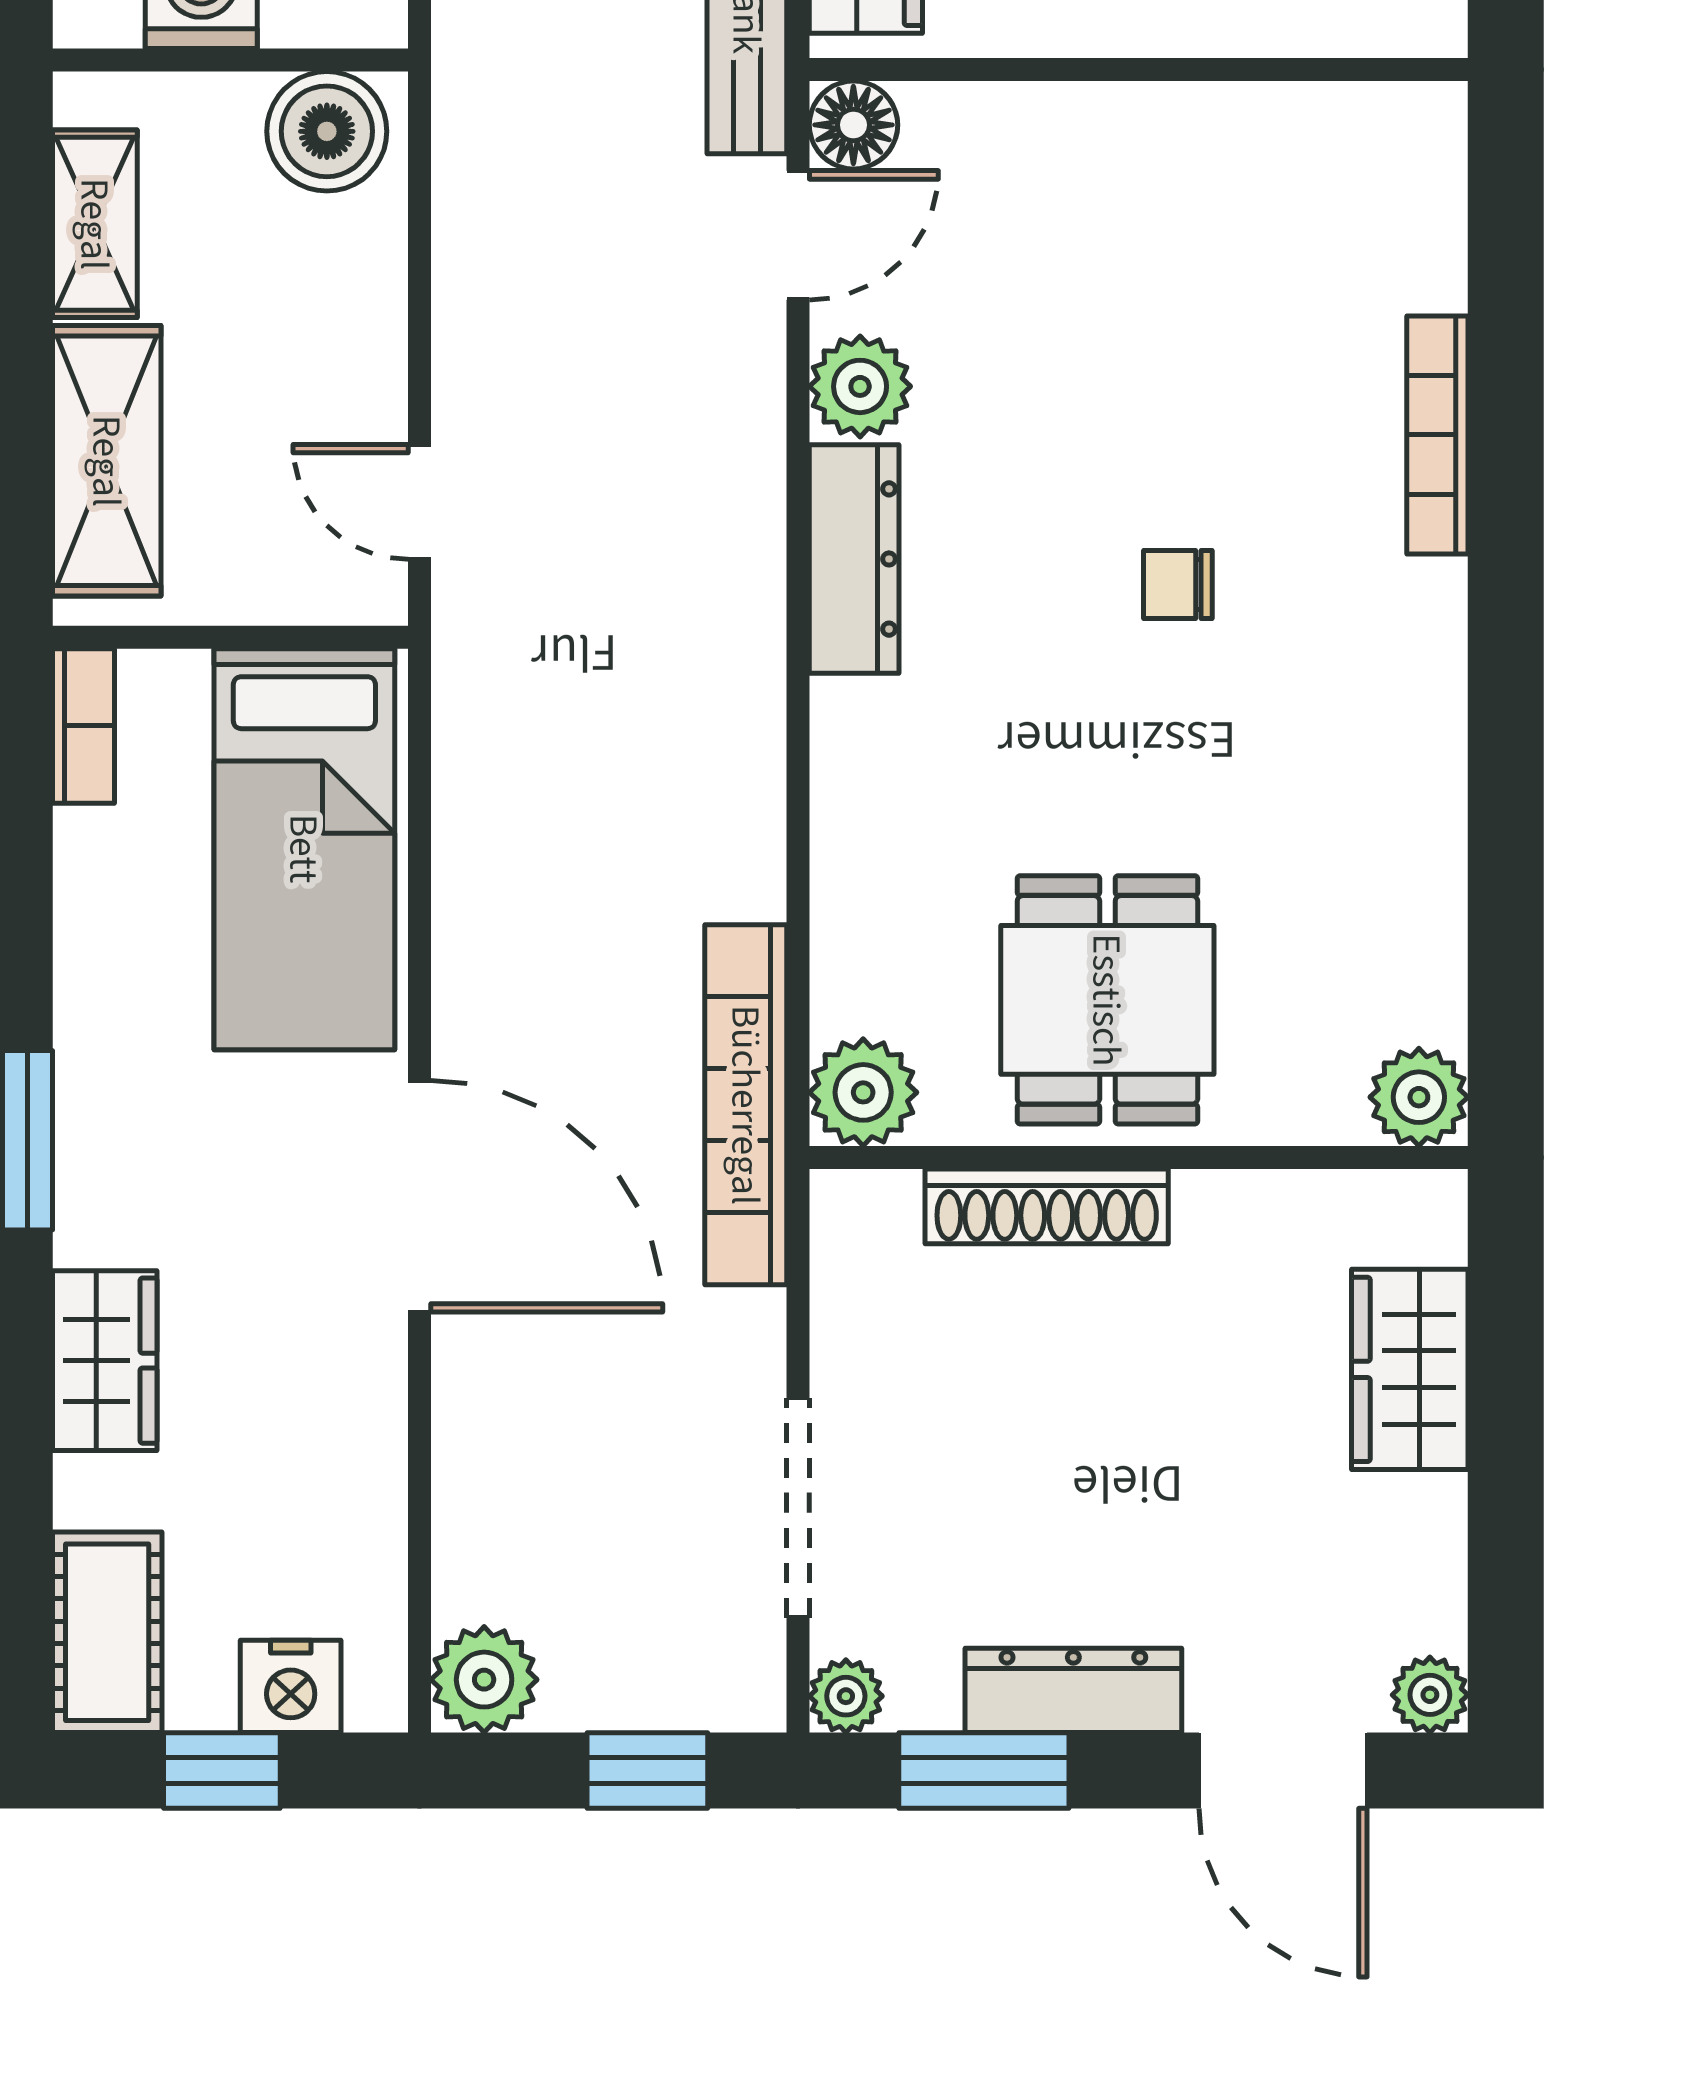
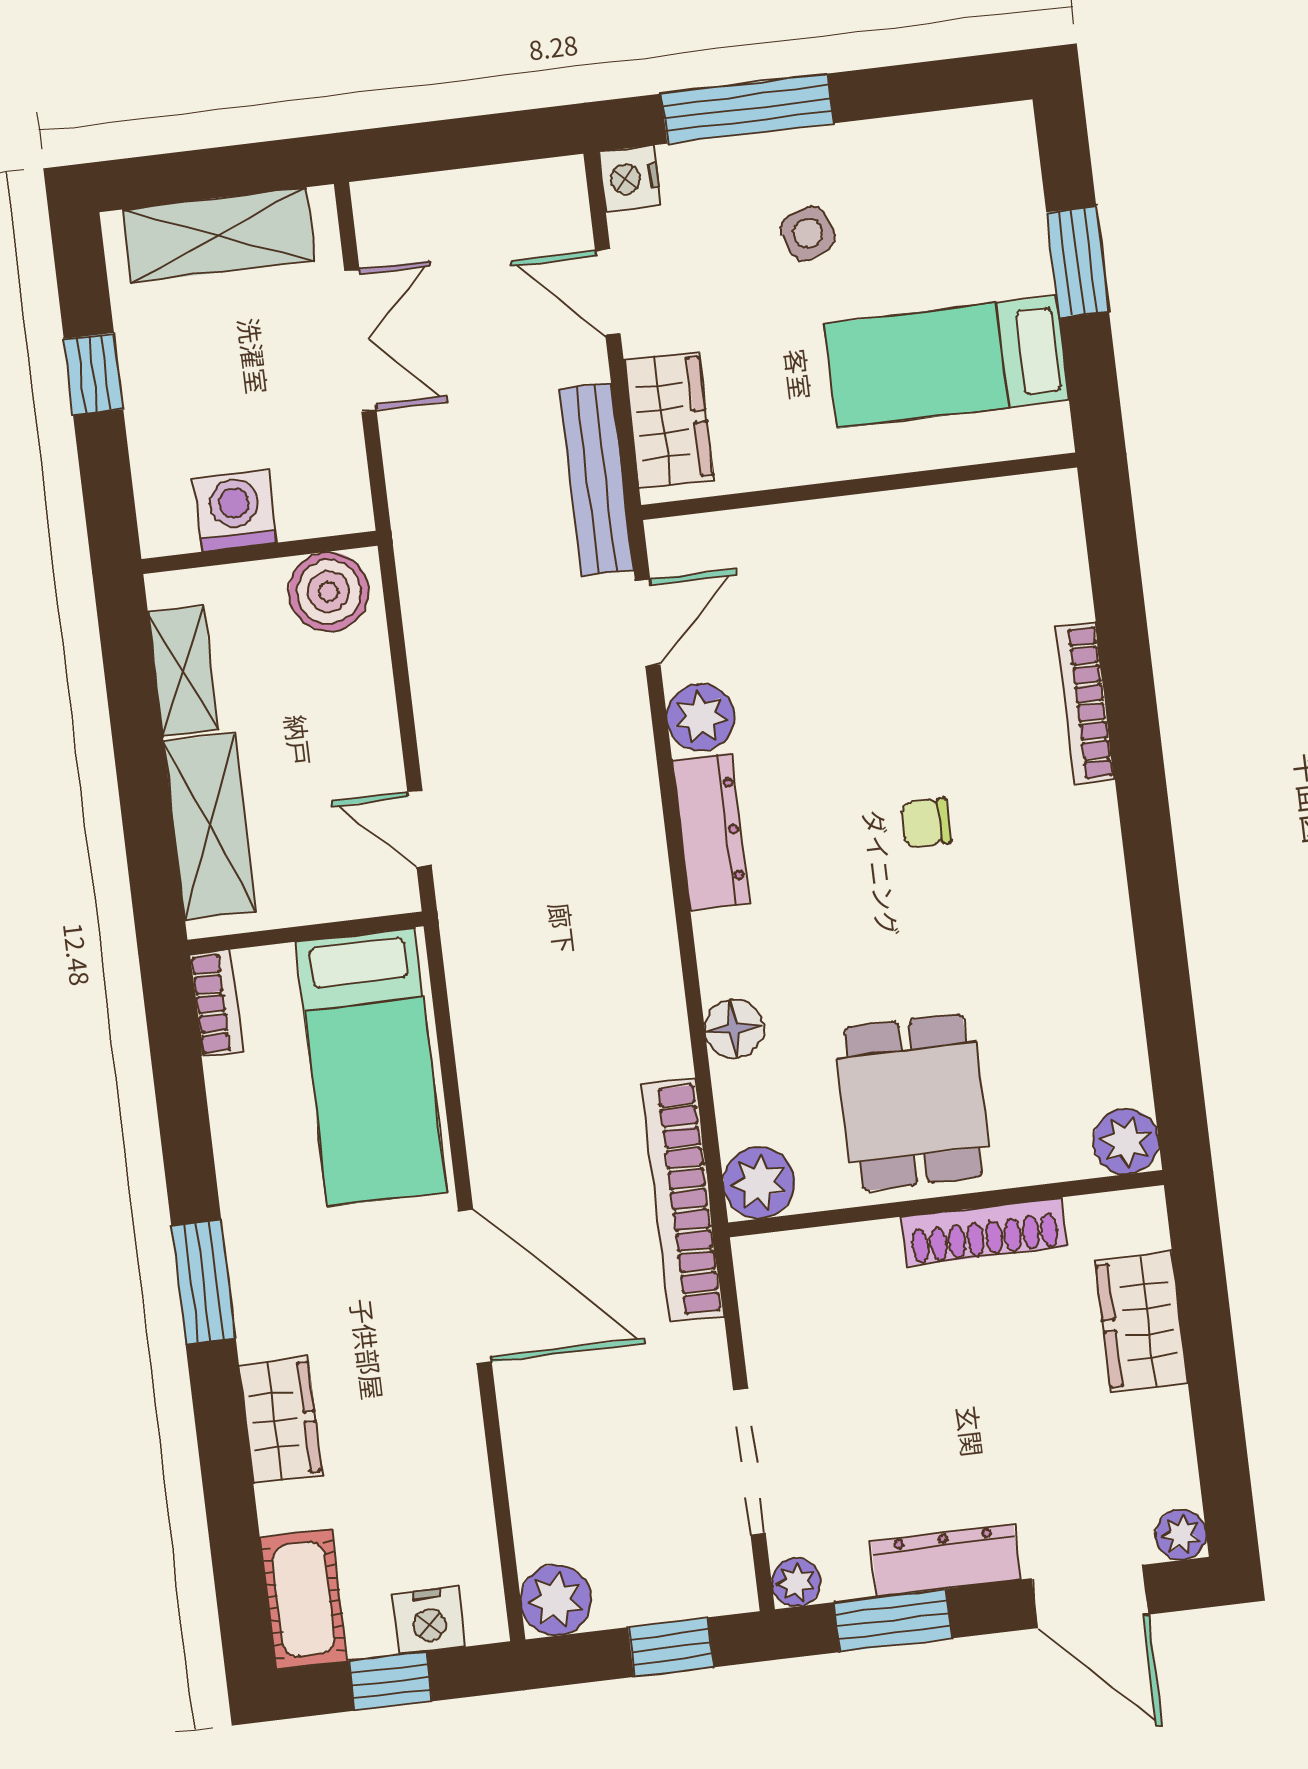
floor lamp: (853, 125) -> (734, 1029), moved
shoe rack: (1047, 1206) -> (984, 1232), moved

